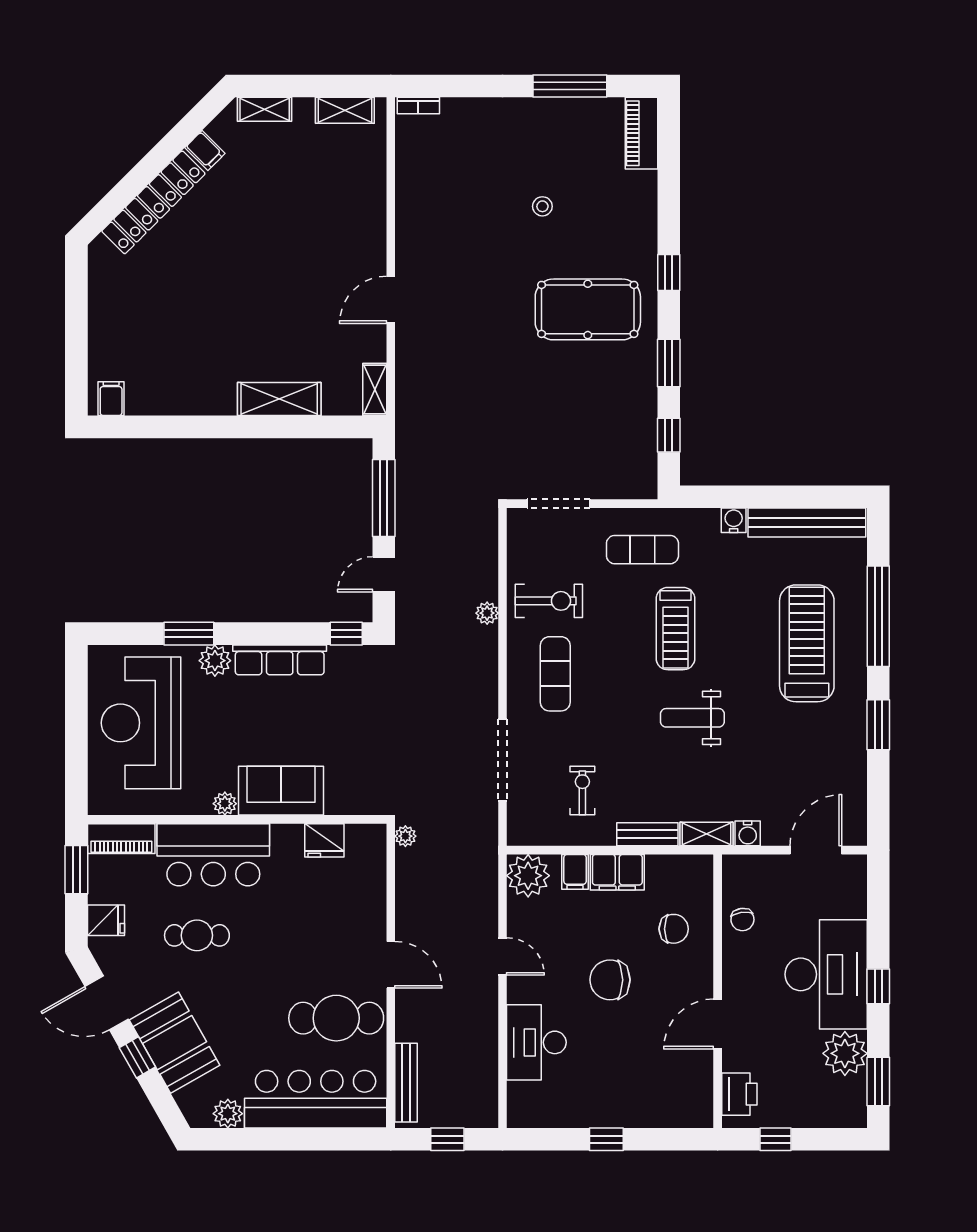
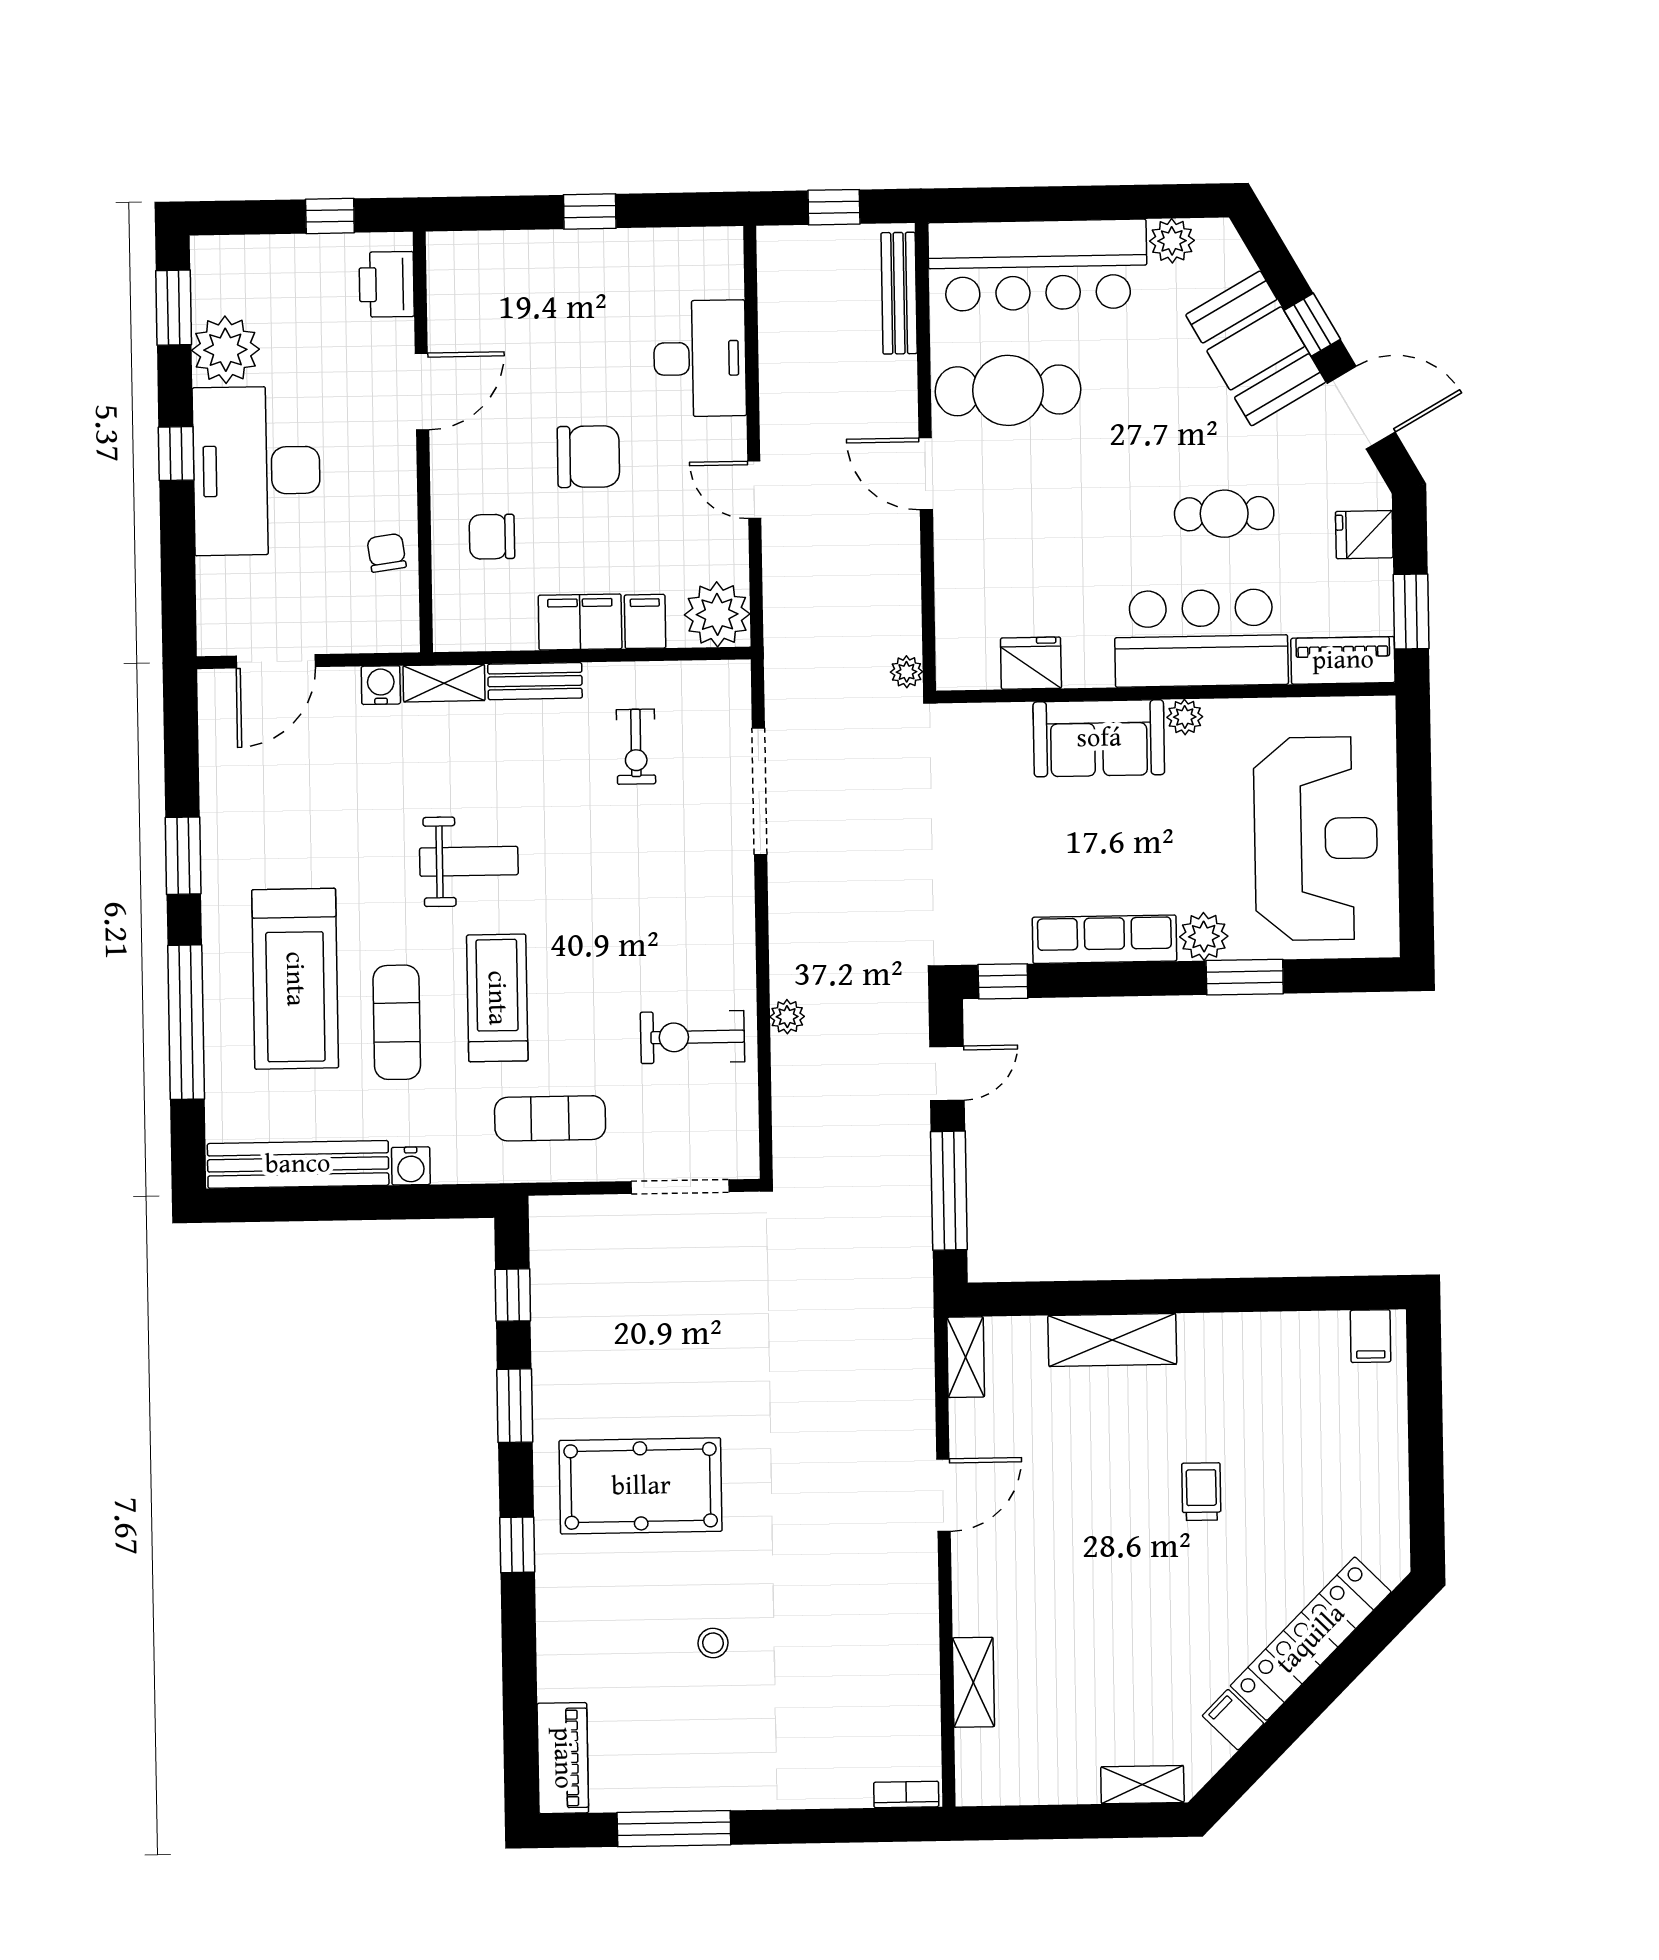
shelving: (345, 110) -> (973, 1682), moved, turned 90
trolley: (223, 299) -> (1201, 1492), added
exercise mat: (555, 674) -> (397, 1022), moved

